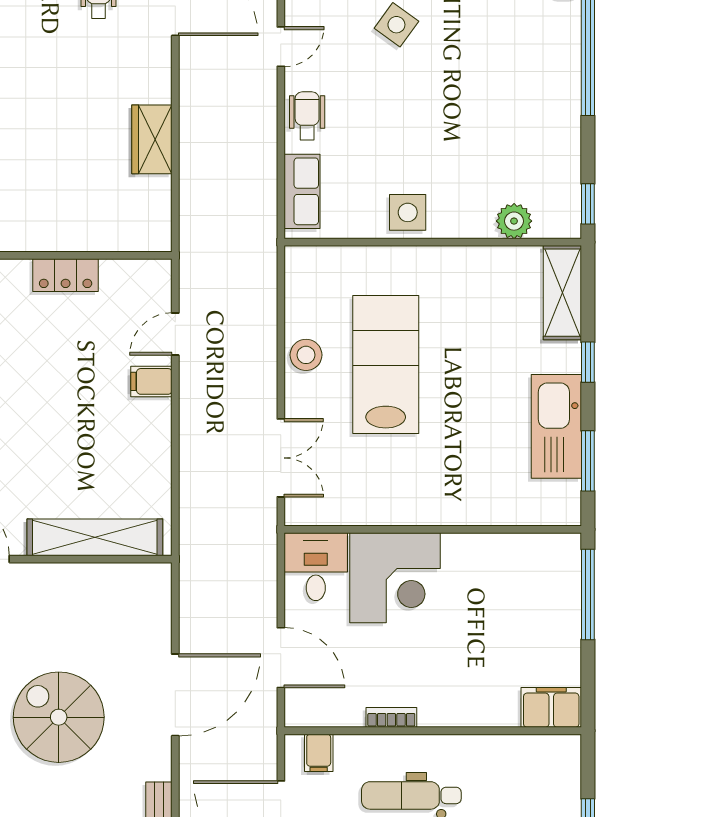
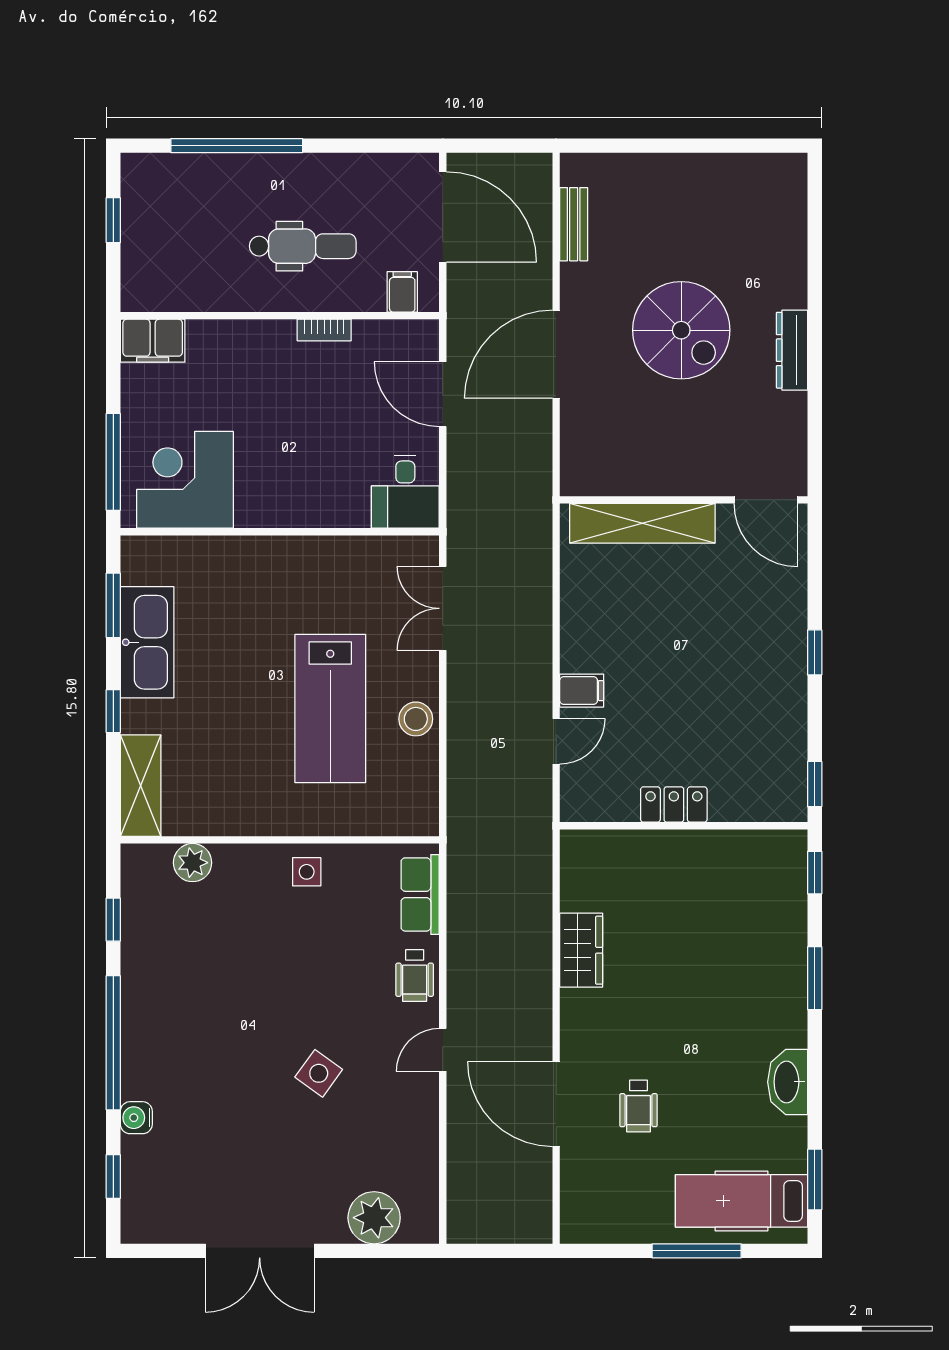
window: (588, 204) -> (113, 920), moved
side table: (408, 212) -> (307, 872), width x0.73, depth x0.73
corner desk: (395, 578) -> (185, 480), moved

